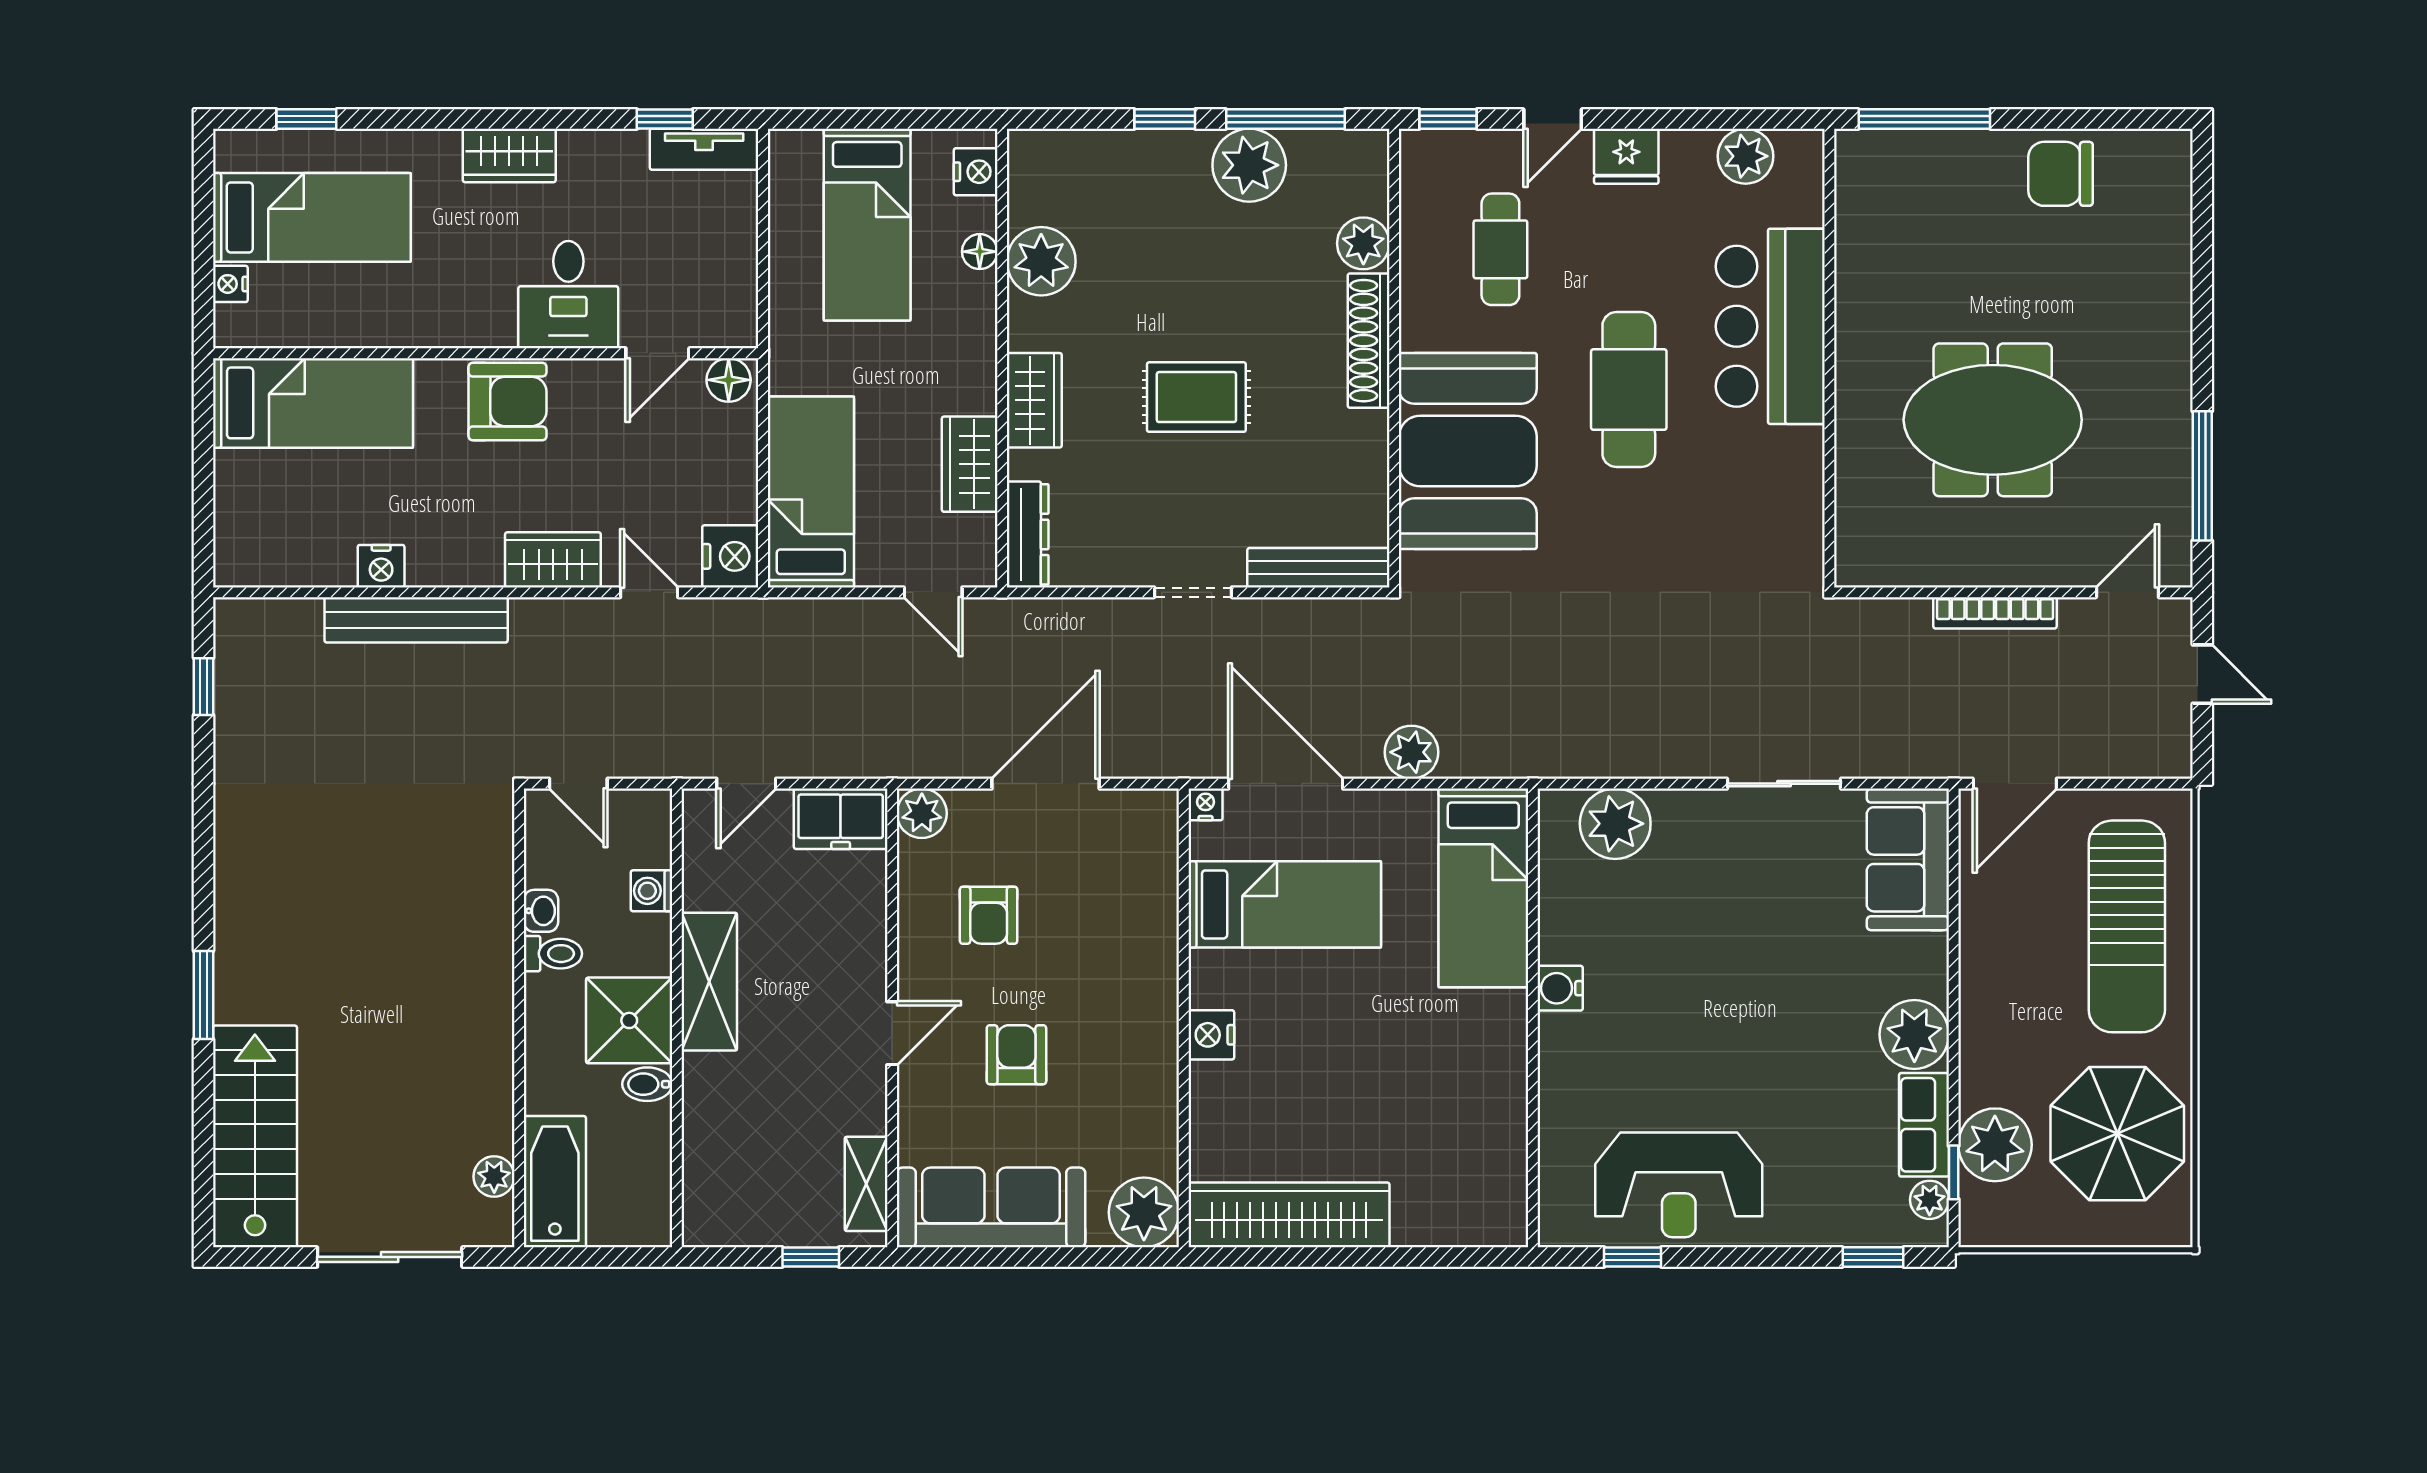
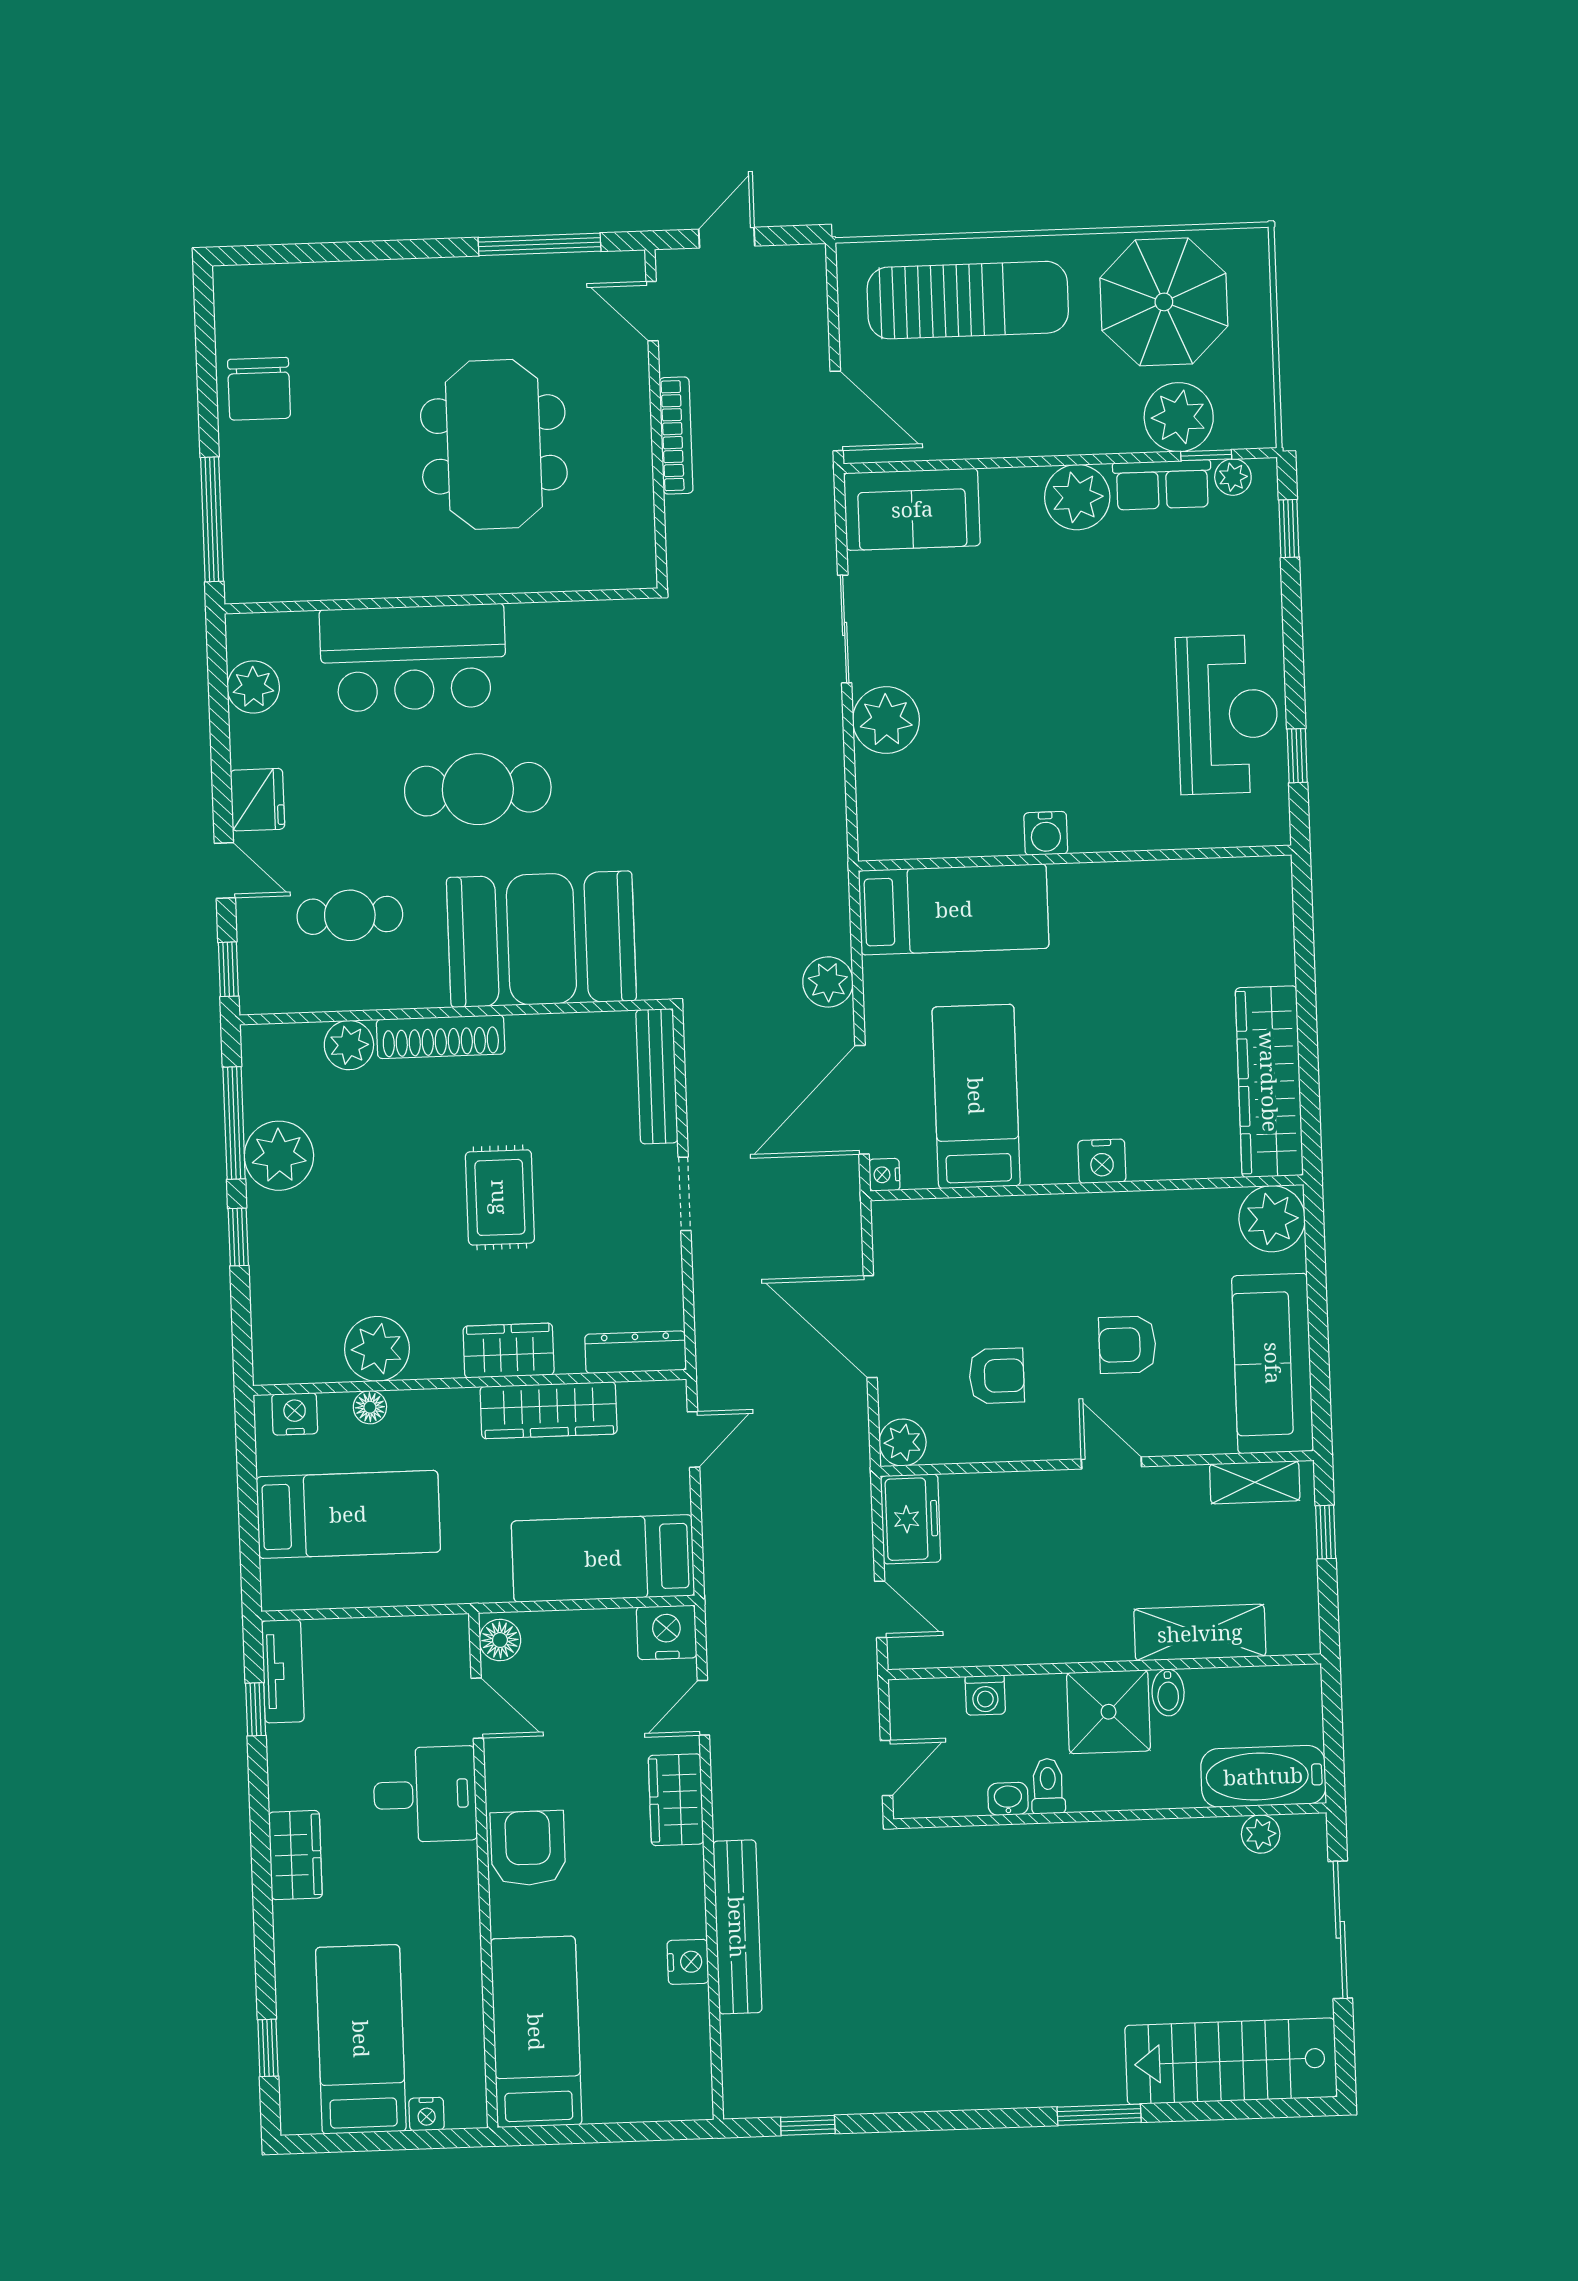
wardrobe: (970, 464) -> (549, 1410), width x1.50
plant: (1615, 824) -> (886, 720), moved
shelving: (709, 982) -> (1200, 1633), moved

